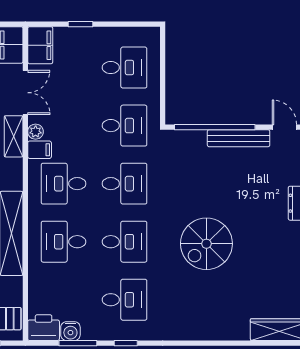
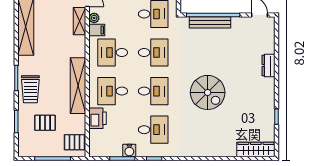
bench: (239, 138) -> (210, 22), moved
spiral stairs: (206, 244) -> (208, 92), turned -90
printer: (44, 328) -> (98, 118), moved, turned 90
water cooler: (70, 331) -> (129, 151), moved

